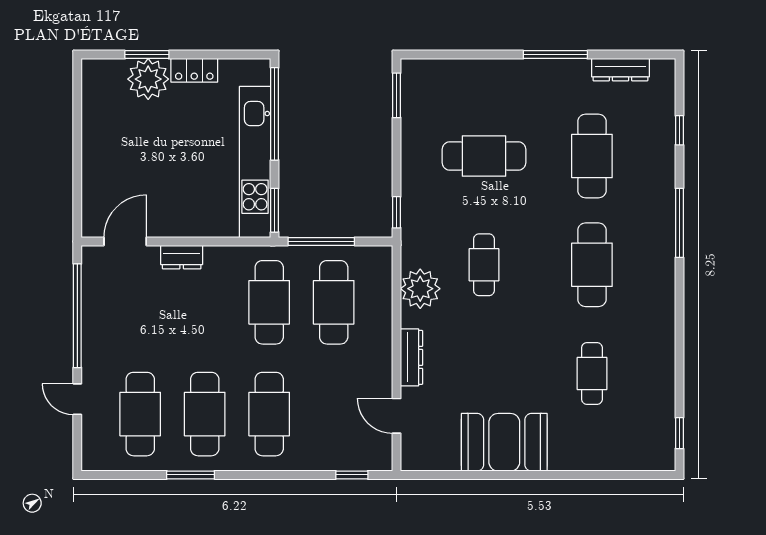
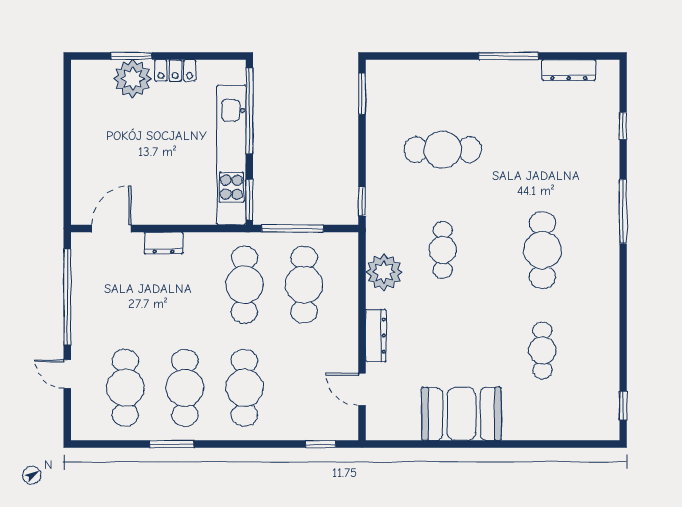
cafe table: (592, 156) -> (542, 150), removed

